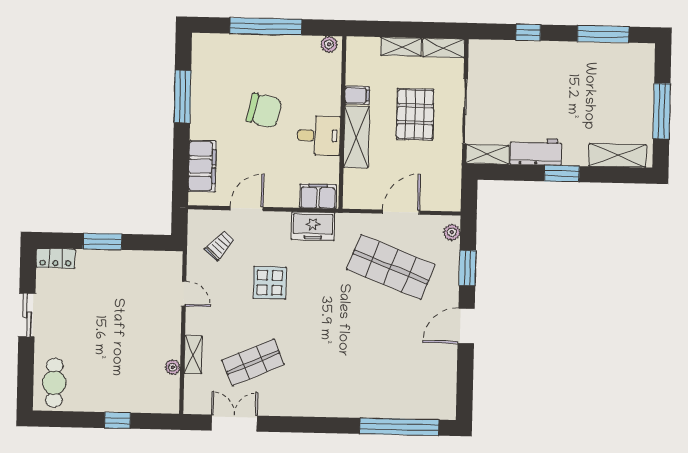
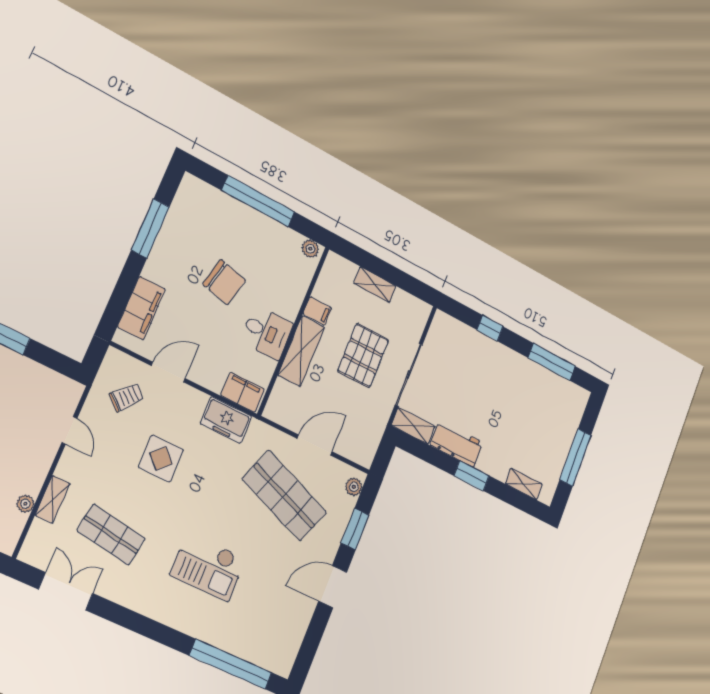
shelving: (444, 48) -> (412, 305), removed
shelving: (618, 155) -> (524, 484), width x0.67, depth x0.75
checkout: (347, 355) -> (208, 567), added
shop shelf: (253, 362) -> (111, 535), turned 33

